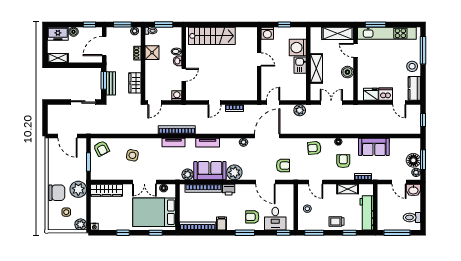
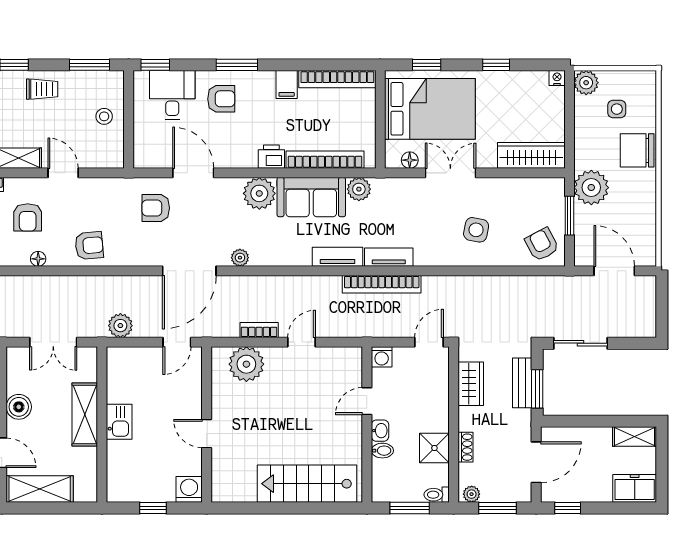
boiler: (73, 32) -> (601, 493), removed
washing machine: (298, 48) -> (124, 459), removed
plant: (240, 92) -> (246, 364), added
tv unit: (208, 143) -> (338, 257), moved
door: (316, 182) -> (63, 173), moved
plant: (78, 189) -> (591, 188), moved

